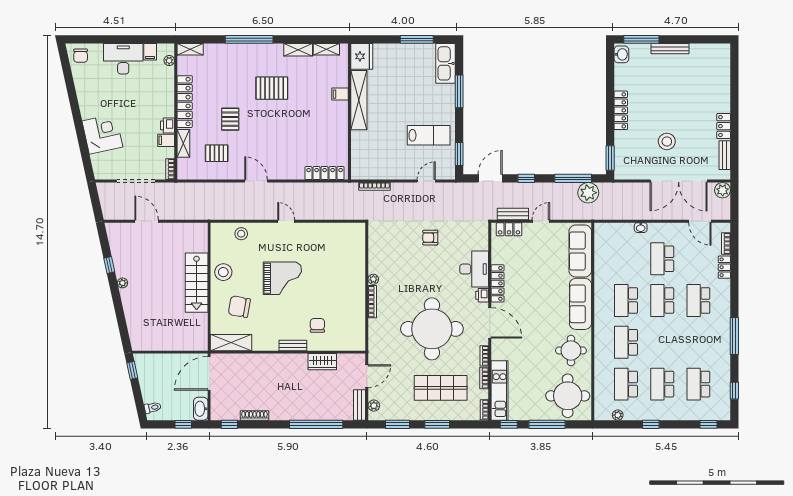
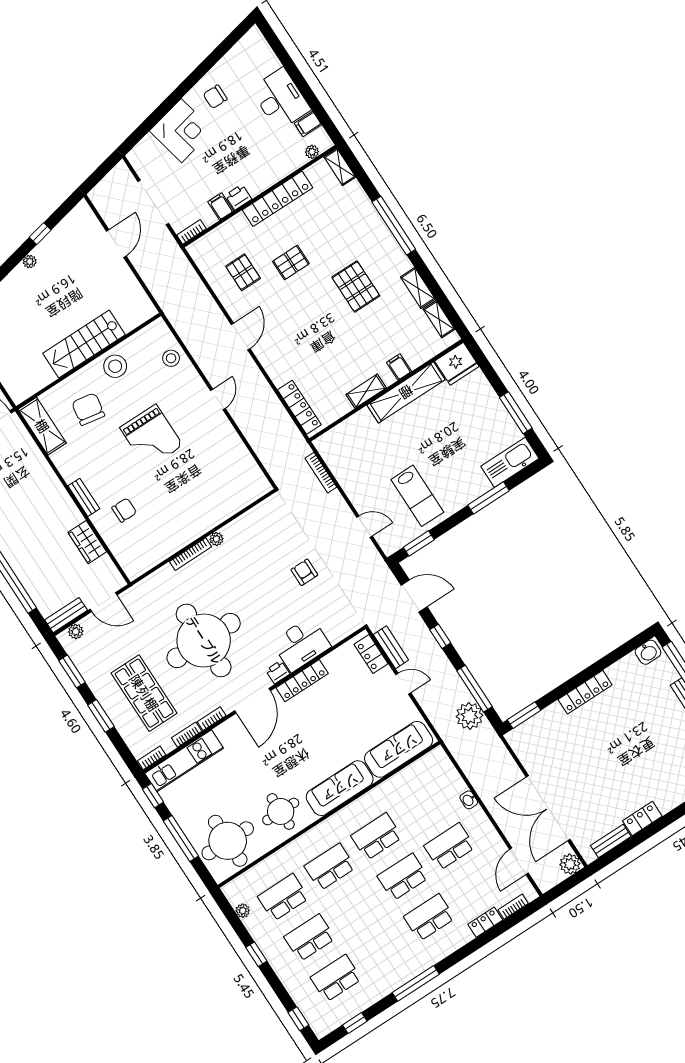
chair: (81, 56) -> (215, 97), moved
stool: (667, 141) -> (584, 766), removed
shelving: (183, 143) -> (366, 391), moved

